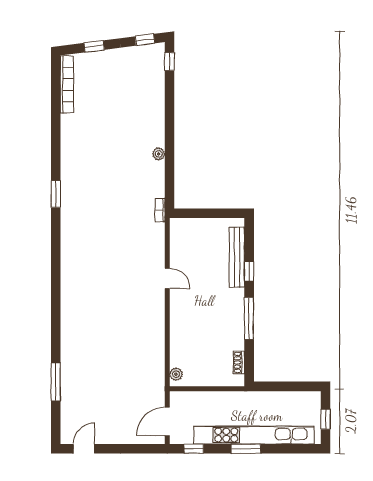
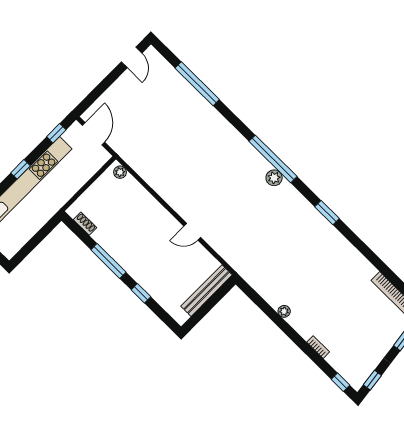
bookcase: (160, 210) -> (318, 347), moved
bench: (237, 257) -> (207, 291), moved, turned 90
plant: (69, 258) -> (274, 178), added
window: (56, 272) -> (273, 159), added
window: (56, 382) -> (197, 84), width x1.46
window: (246, 449) -> (20, 169), width x0.67

